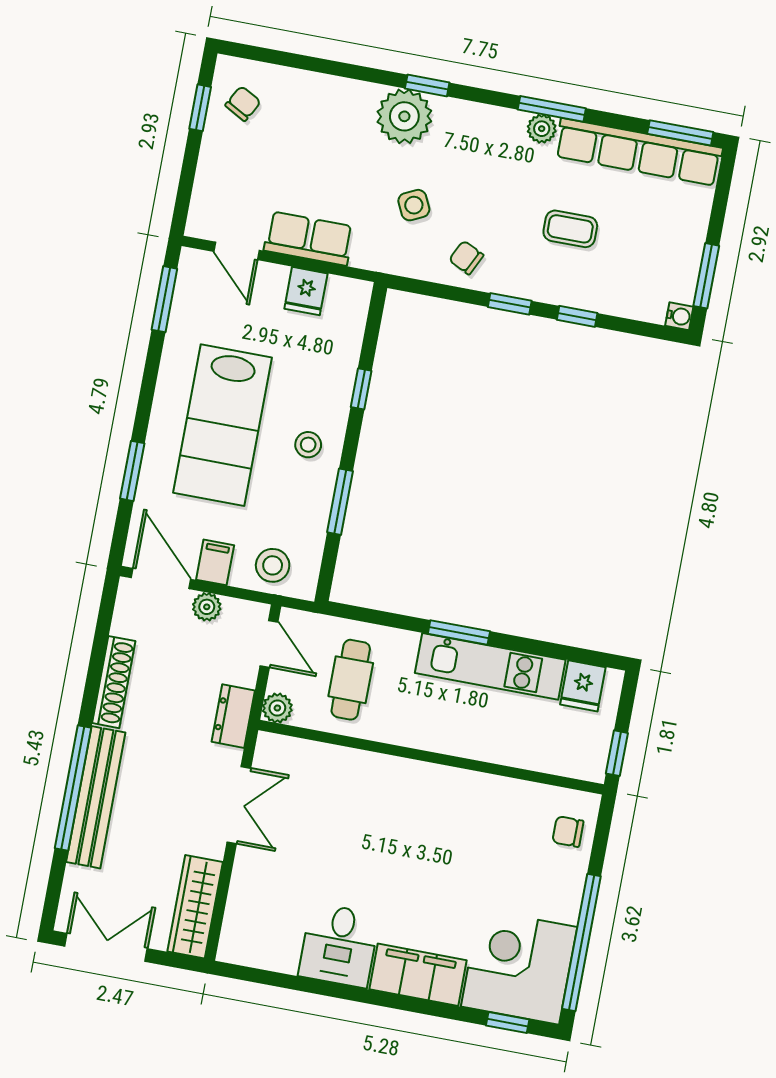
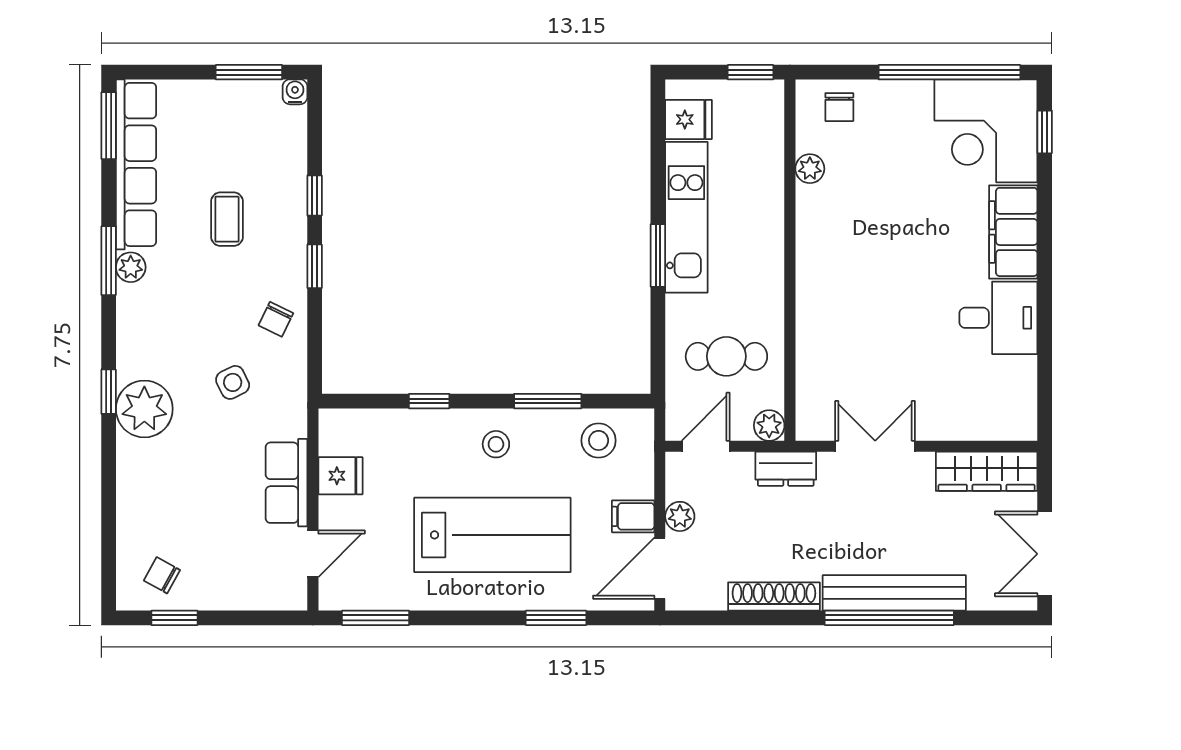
stool: (273, 565) -> (599, 440), moved
plant: (515, 792) -> (810, 169), added

